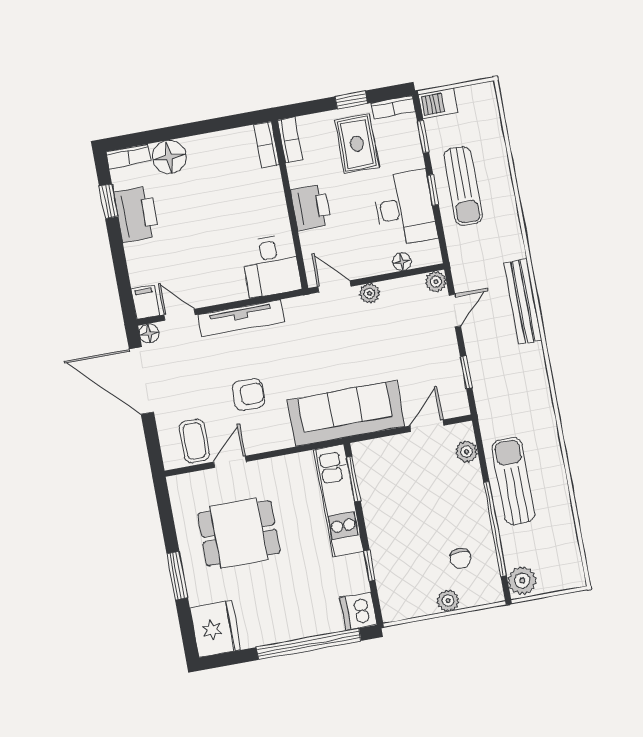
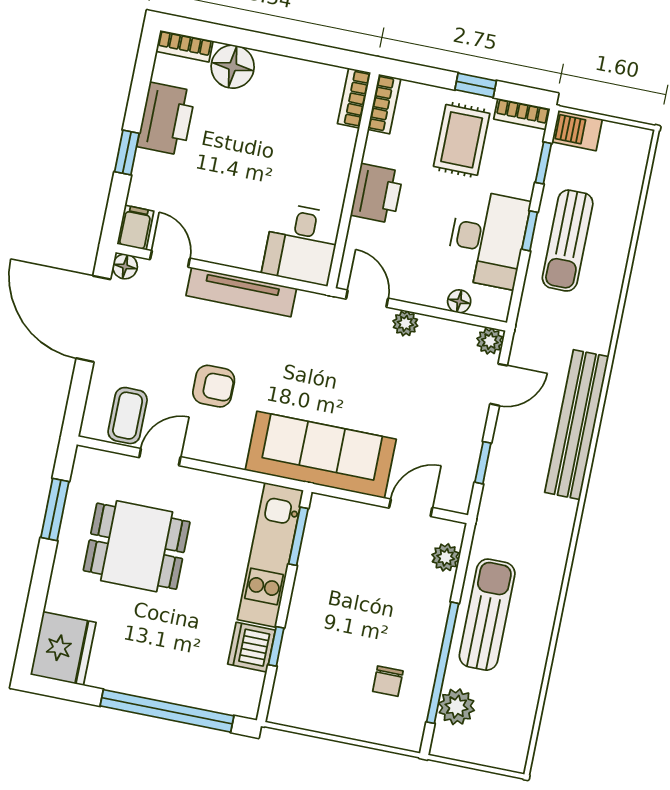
window: (108, 201) -> (127, 153), moved
bench: (523, 302) -> (577, 425), width x1.37, depth x1.21
window: (177, 576) -> (55, 509), moved
plant: (522, 581) -> (456, 707), moved
plant: (448, 601) -> (353, 725), removed
dishwasher: (359, 611) -> (251, 647), moved

